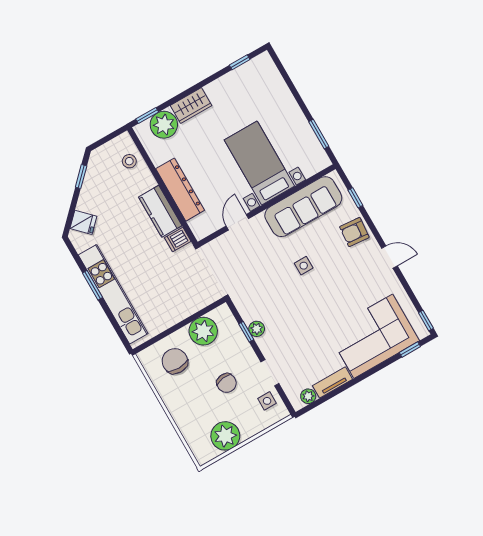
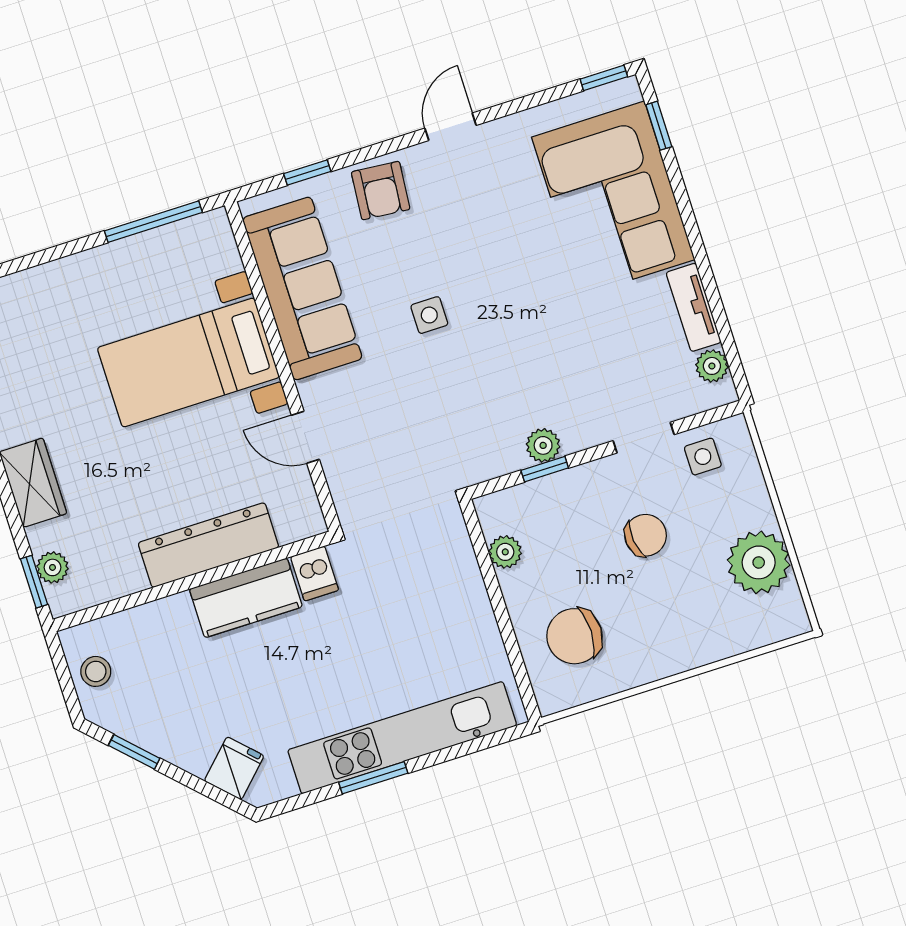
plant: (164, 125) -> (53, 567), width x0.53, depth x0.53
window: (319, 134) -> (153, 222), width x1.44
stool: (129, 161) -> (96, 671), moved
plant: (203, 331) -> (505, 552), width x0.53, depth x0.53

